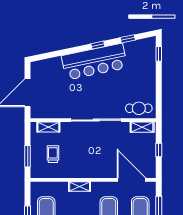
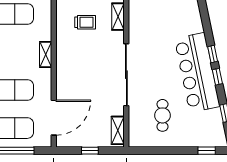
window: (79, 49) -> (213, 54), added
cafe table: (139, 108) -> (162, 115), moved

